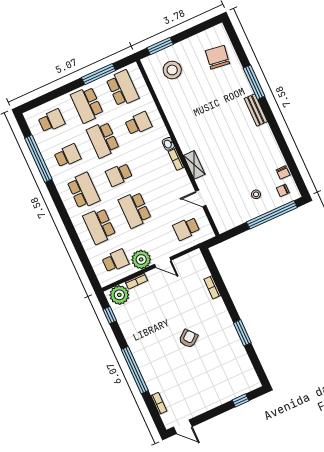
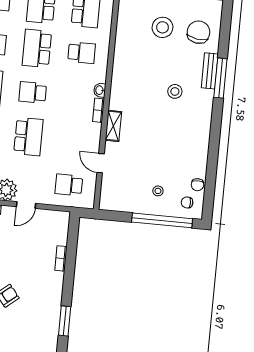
stool: (172, 70) -> (162, 27), moved
bench: (256, 110) -> (210, 71), moved
stool: (225, 112) -> (175, 91), added
school desk: (135, 210) -> (28, 137), turned 180
door: (163, 262) -> (26, 205), hinge flipped

